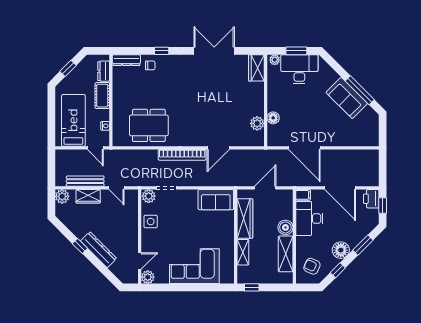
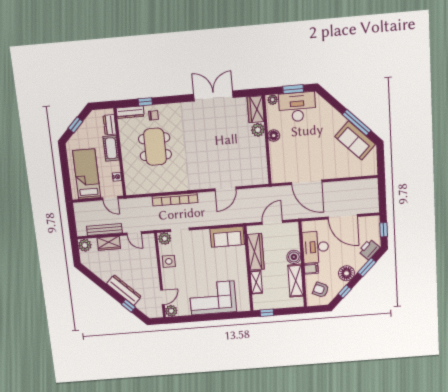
window: (162, 51) -> (145, 102), moved
sofa: (347, 98) -> (355, 140), moved
floor lamp: (273, 118) -> (274, 136), moved
plant: (257, 123) -> (258, 130), moved
dining table: (149, 125) -> (155, 147), moved, turned 90
bookcase: (182, 155) -> (175, 199), moved
filing cabinet: (303, 195) -> (311, 269), moved
printer: (371, 199) -> (369, 249), moved, turned 45
window: (80, 246) -> (128, 306), moved

